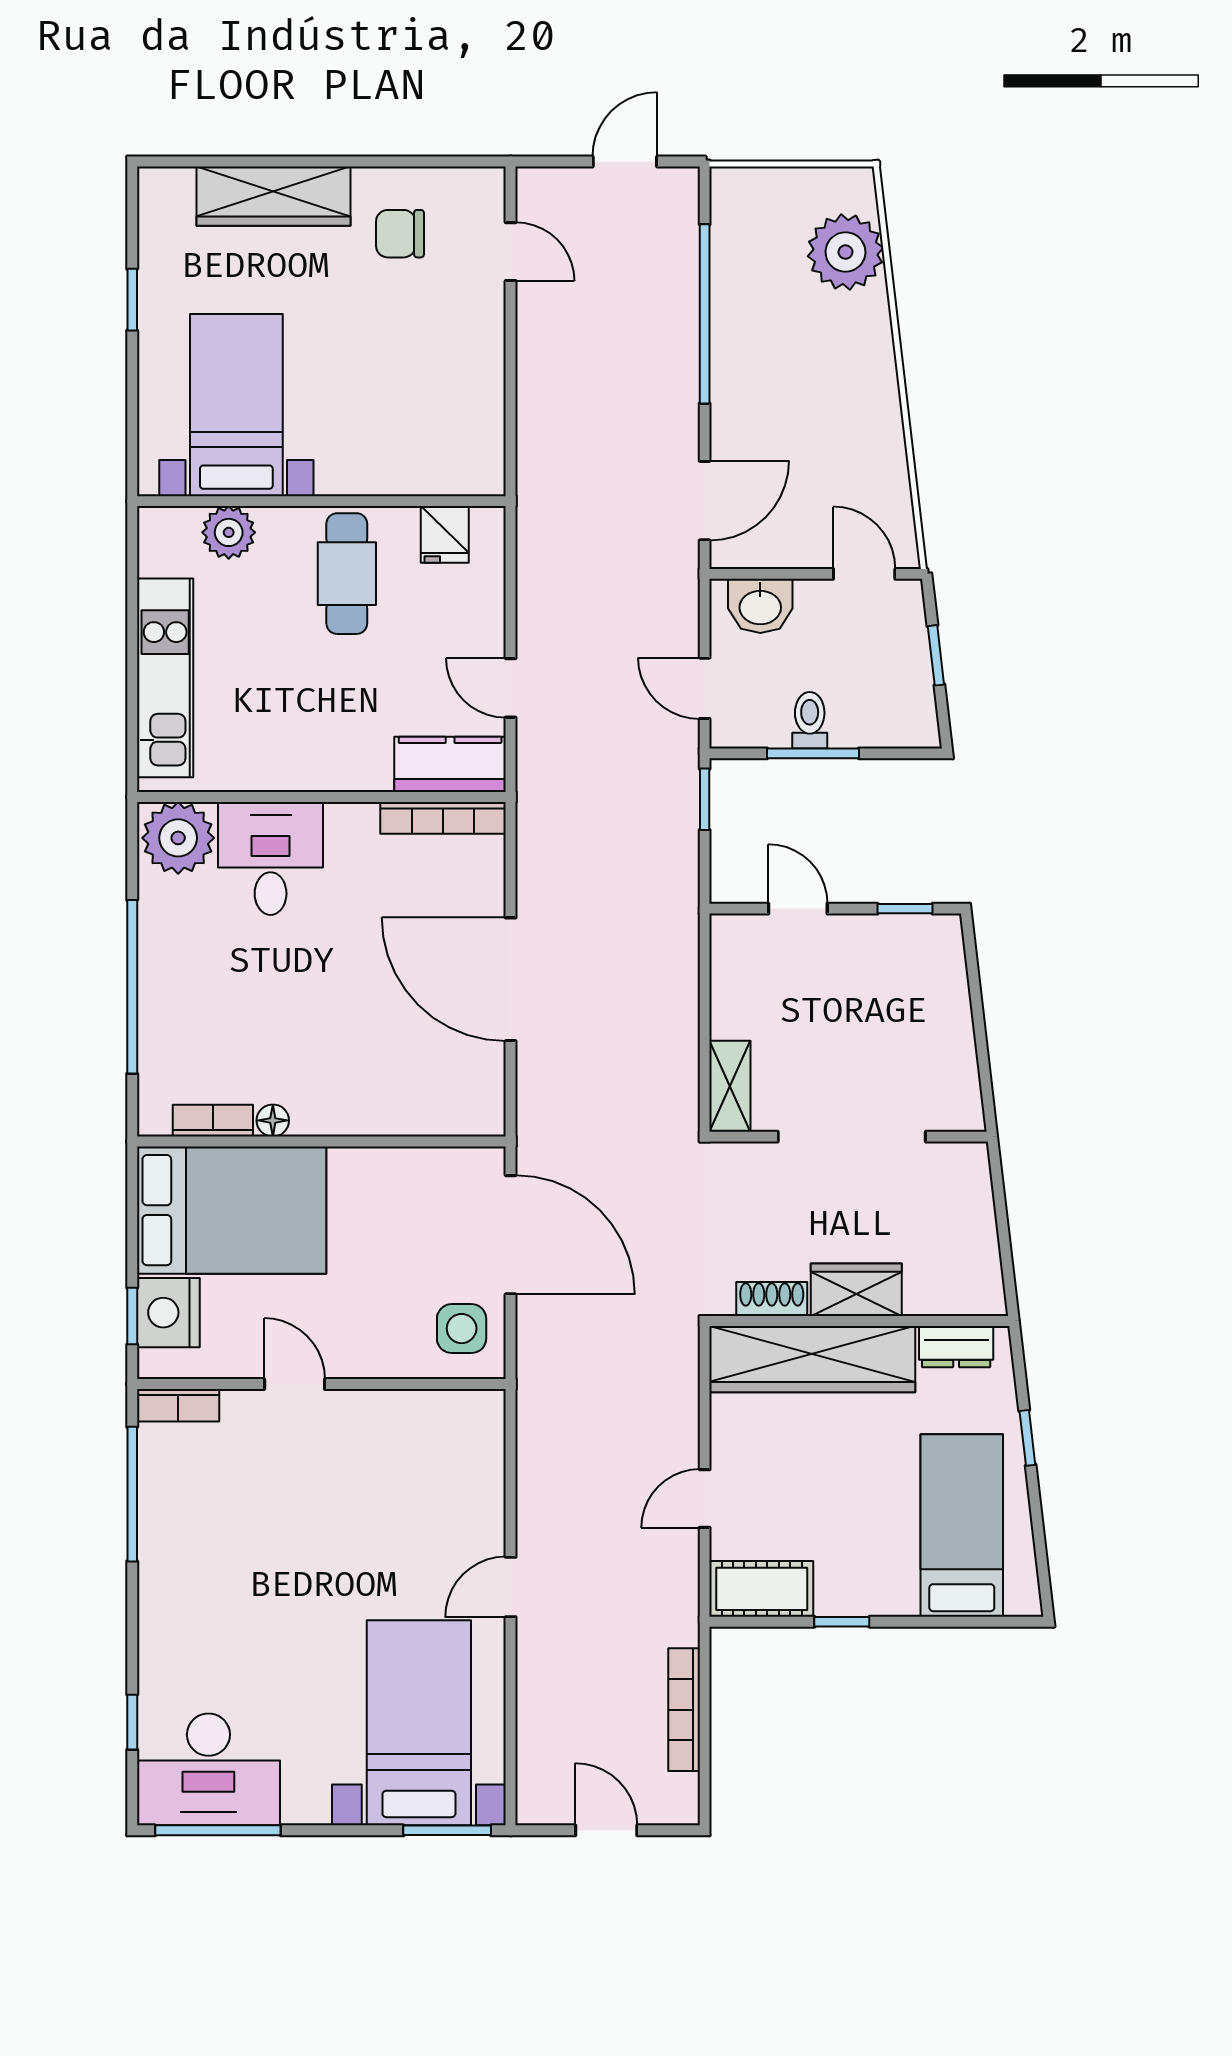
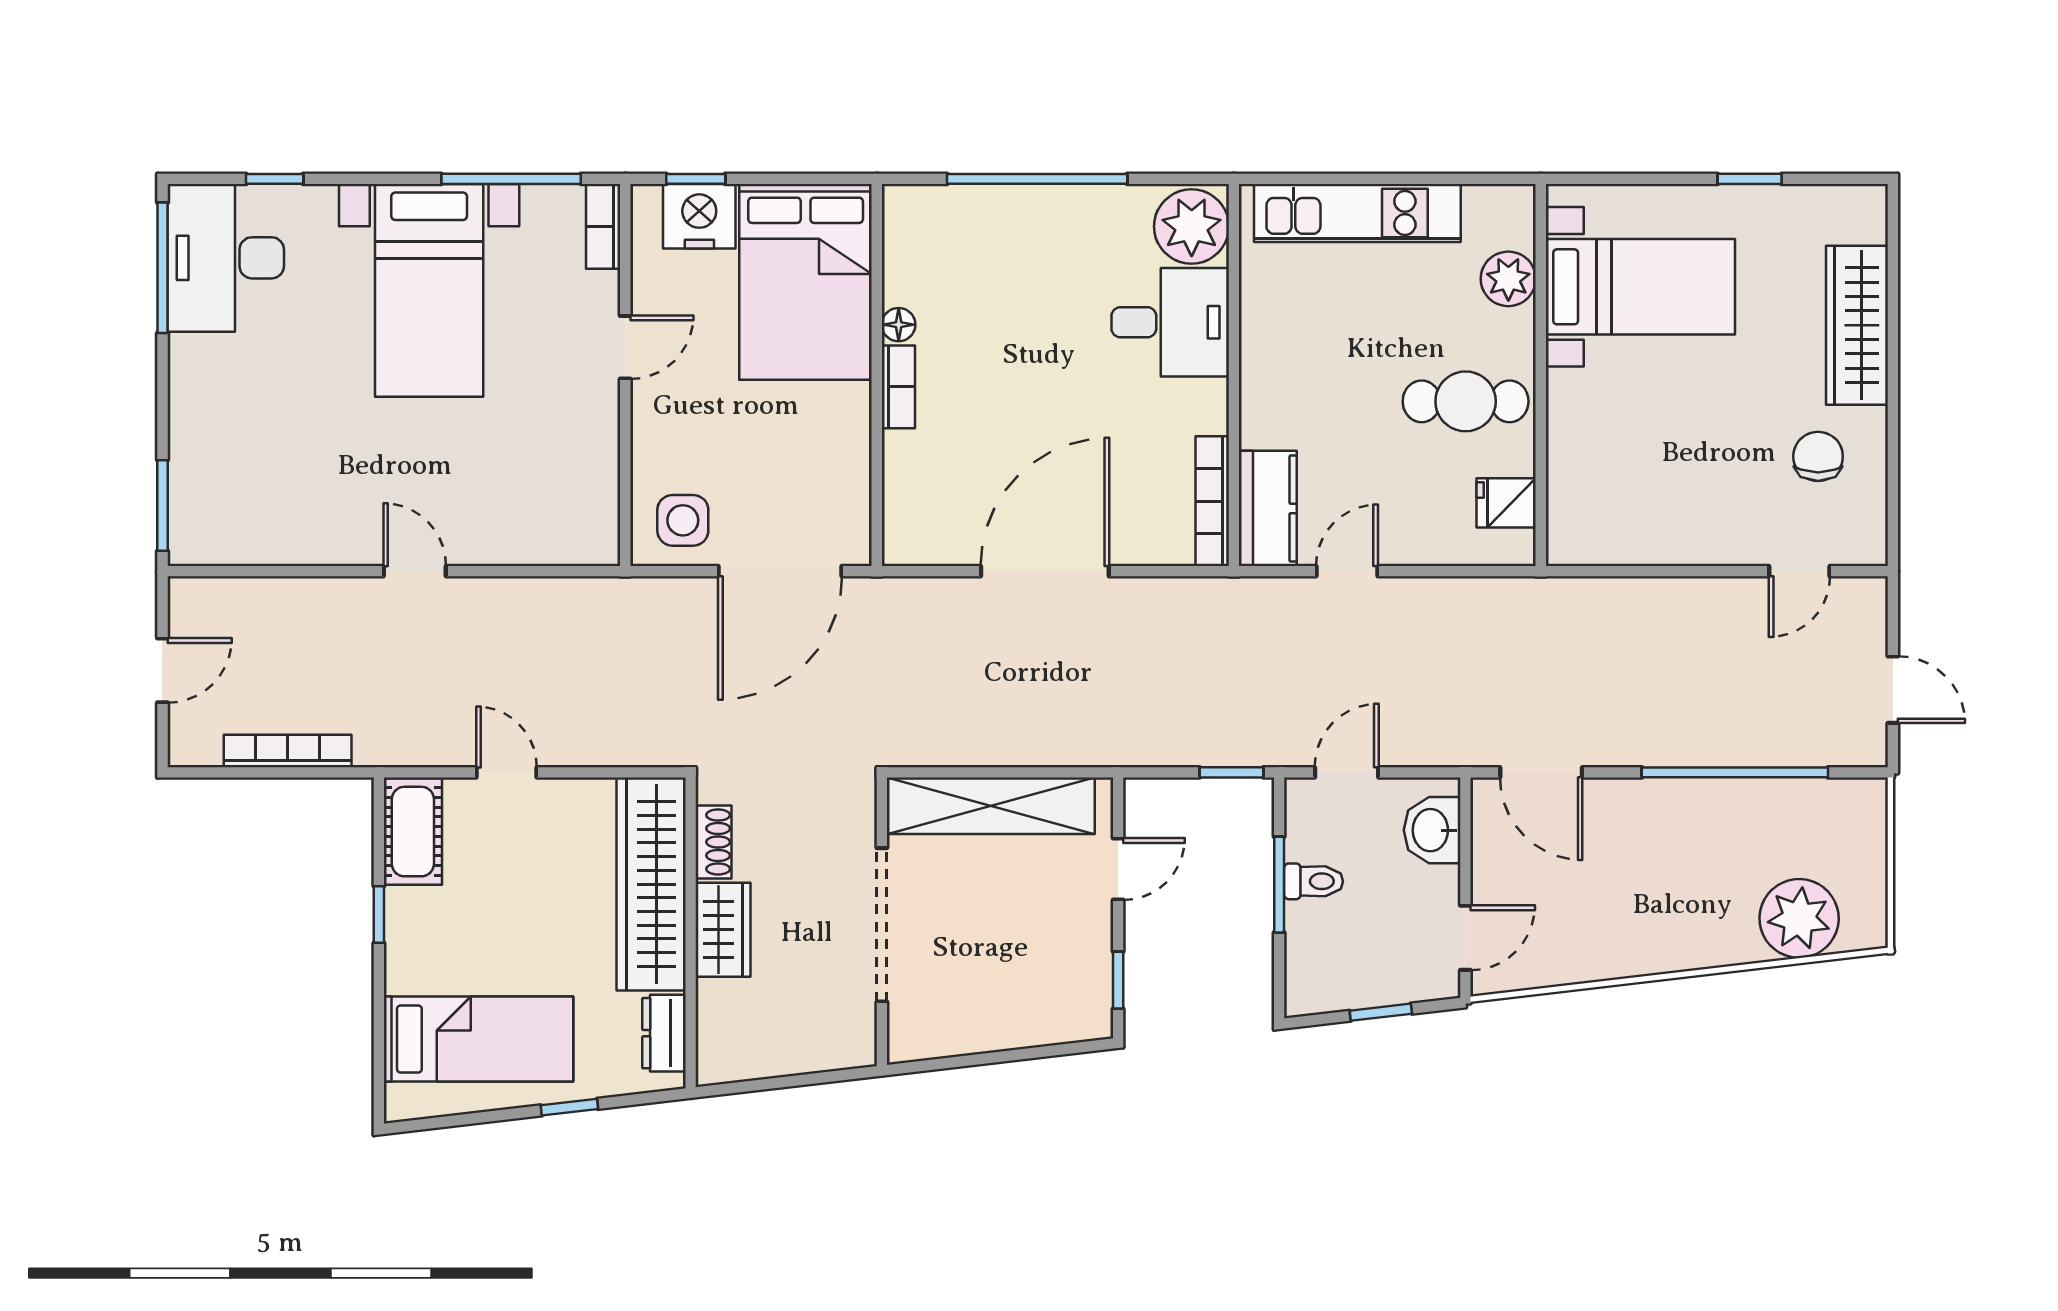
shelving: (730, 1086) -> (991, 806), width x2.20, depth x1.33
bookcase: (213, 1121) -> (898, 387), moved
bed with nightstands: (419, 1723) -> (429, 290), moved, turned 90

